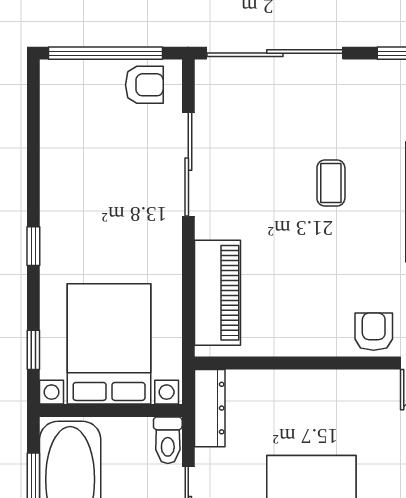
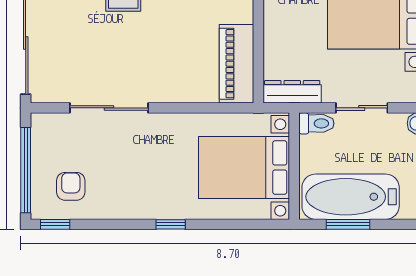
armchair: (144, 85) -> (71, 186), moved
piano: (218, 293) -> (236, 64), moved, turned -90
window: (33, 350) -> (55, 224), moved

